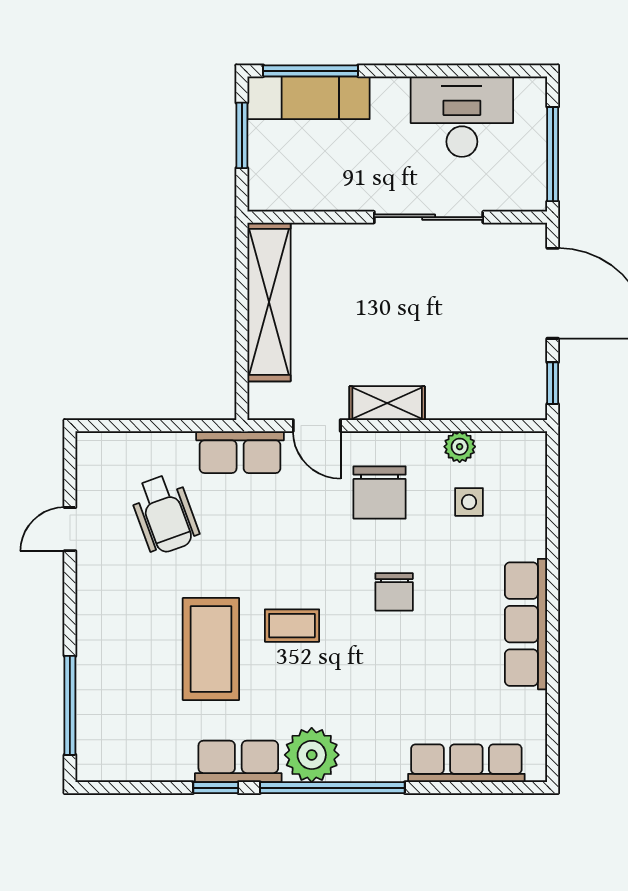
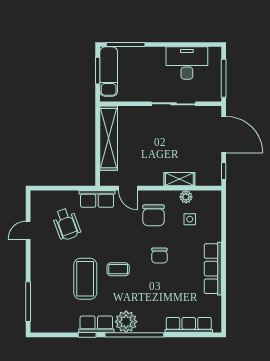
exam couch: (309, 98) -> (109, 72), moved, turned -90
shelving: (387, 403) -> (179, 179), moved

